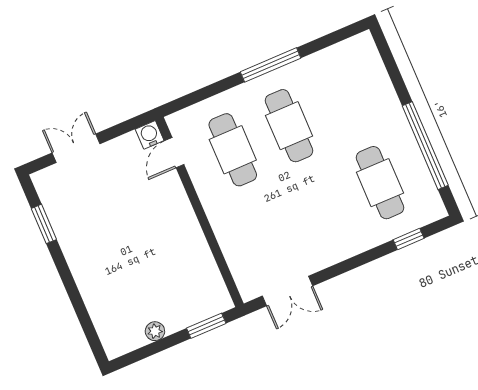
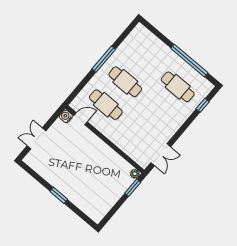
door: (174, 153) -> (81, 119), swing flipped
window: (44, 224) -> (59, 195), moved
plant: (155, 331) -> (135, 174), moved

